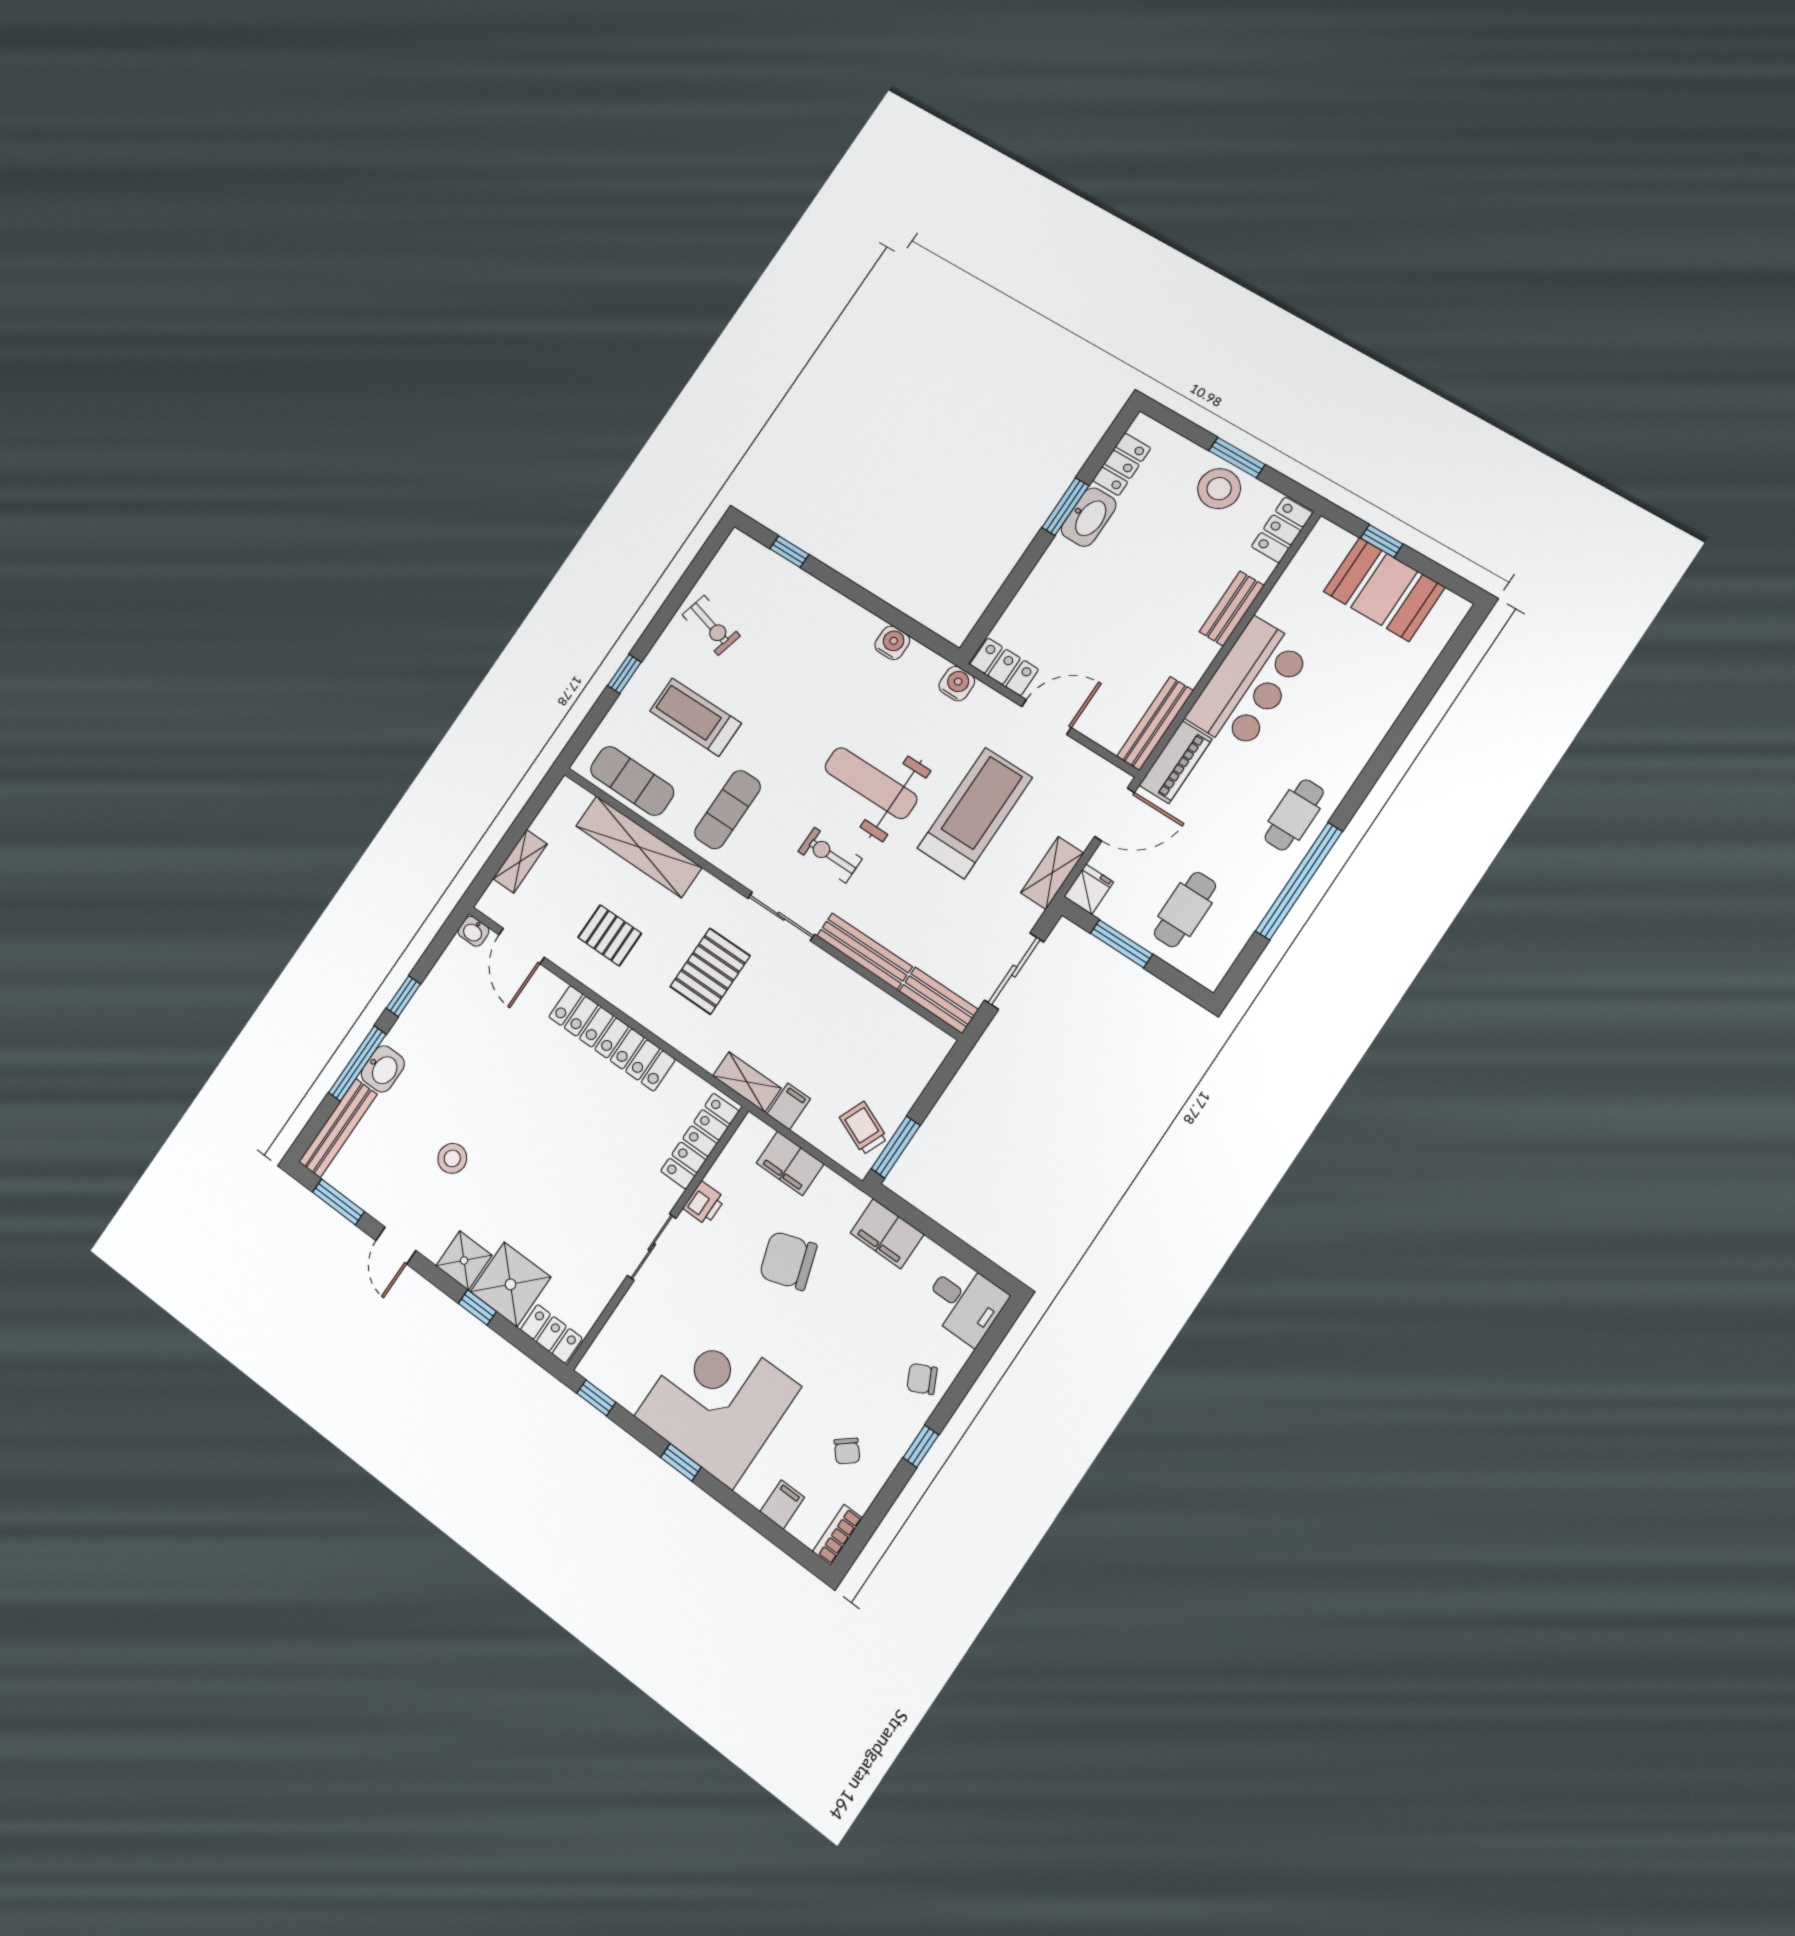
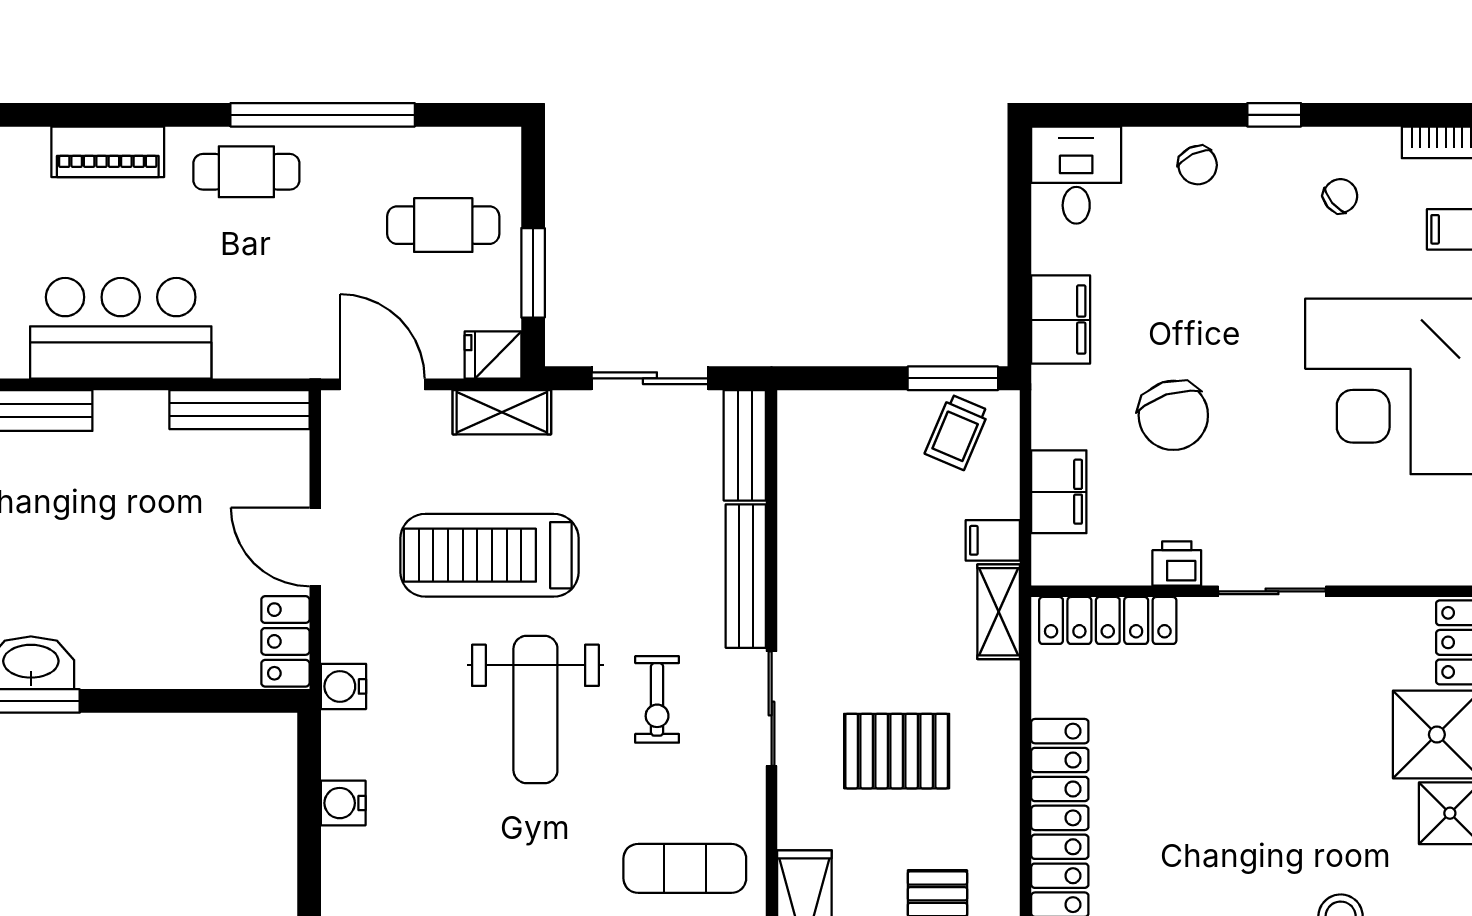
piano: (1176, 762) -> (108, 152), moved, turned 180

